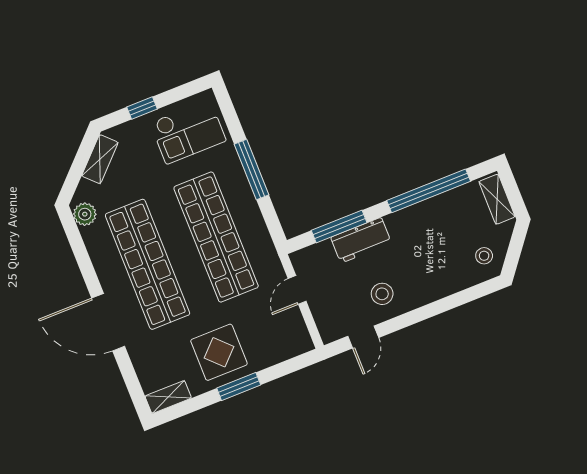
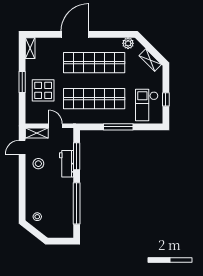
window: (142, 108) -> (166, 99), moved
shelving: (497, 199) -> (37, 133), moved
door: (363, 337) -> (22, 147), hinge flipped
display table: (219, 352) -> (43, 90), moved

